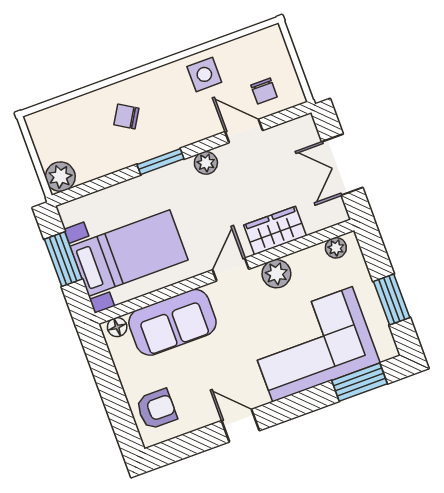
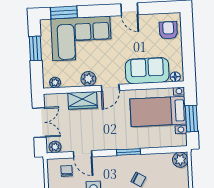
plant: (206, 163) -> (55, 147), moved
armchair: (156, 409) -> (168, 30), turned 90

